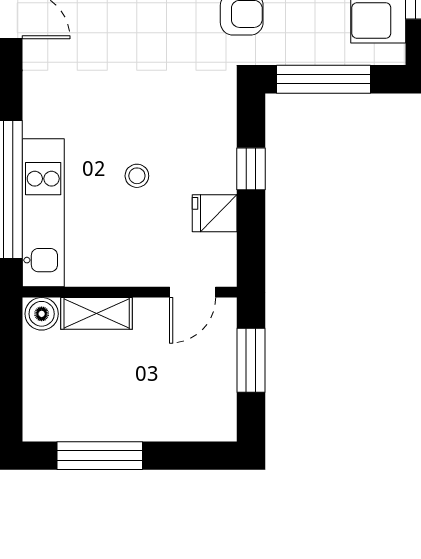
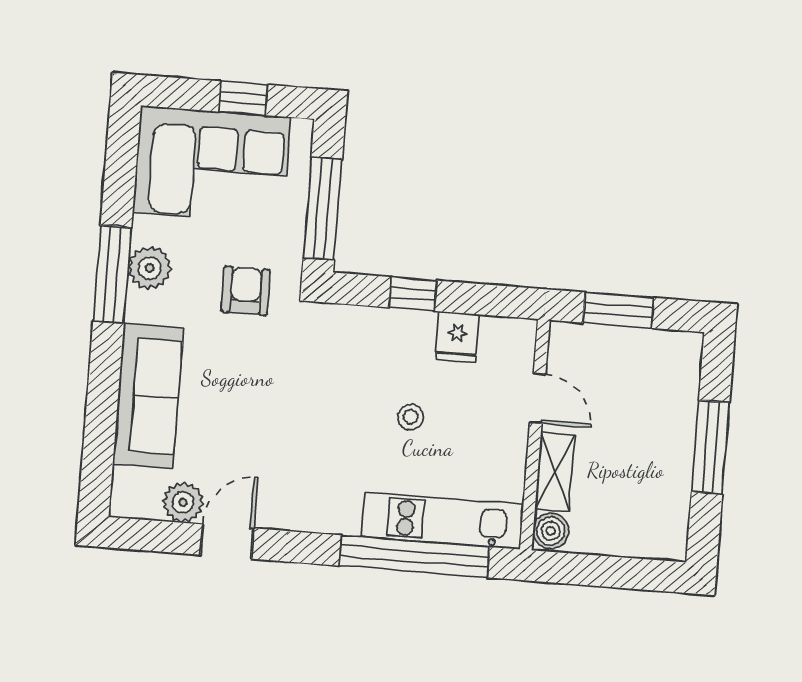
door: (193, 292) -> (538, 399), moved
window: (100, 456) -> (711, 447), moved

